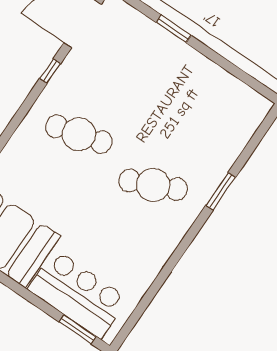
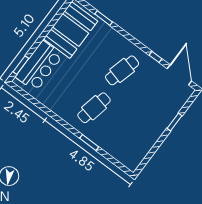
cafe table: (79, 134) -> (122, 70), turned 30
cafe table: (153, 185) -> (94, 108), turned 36

